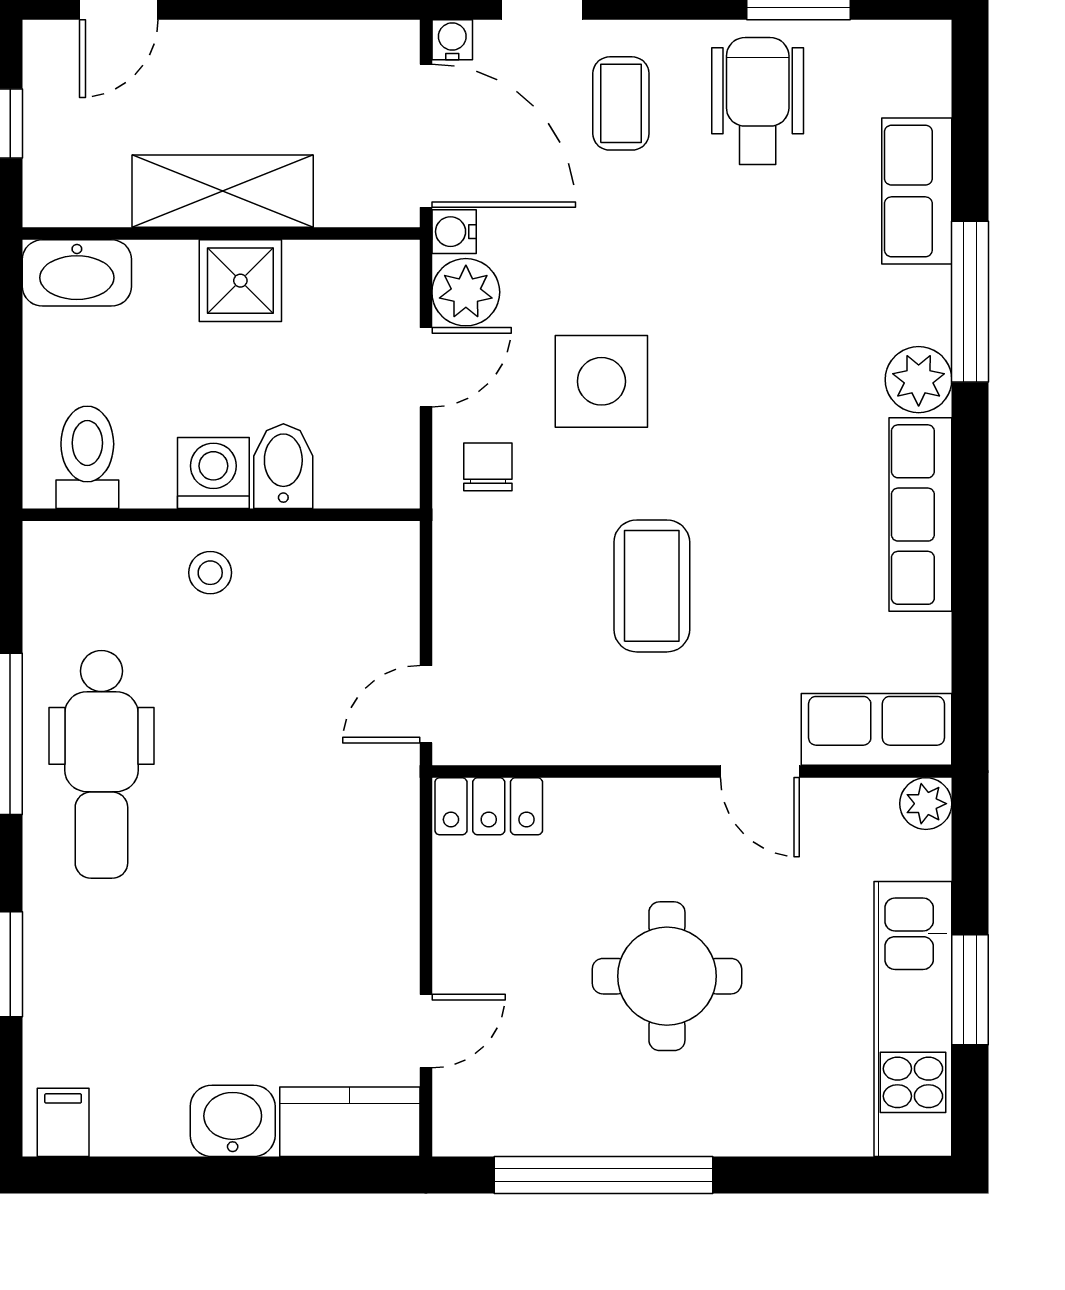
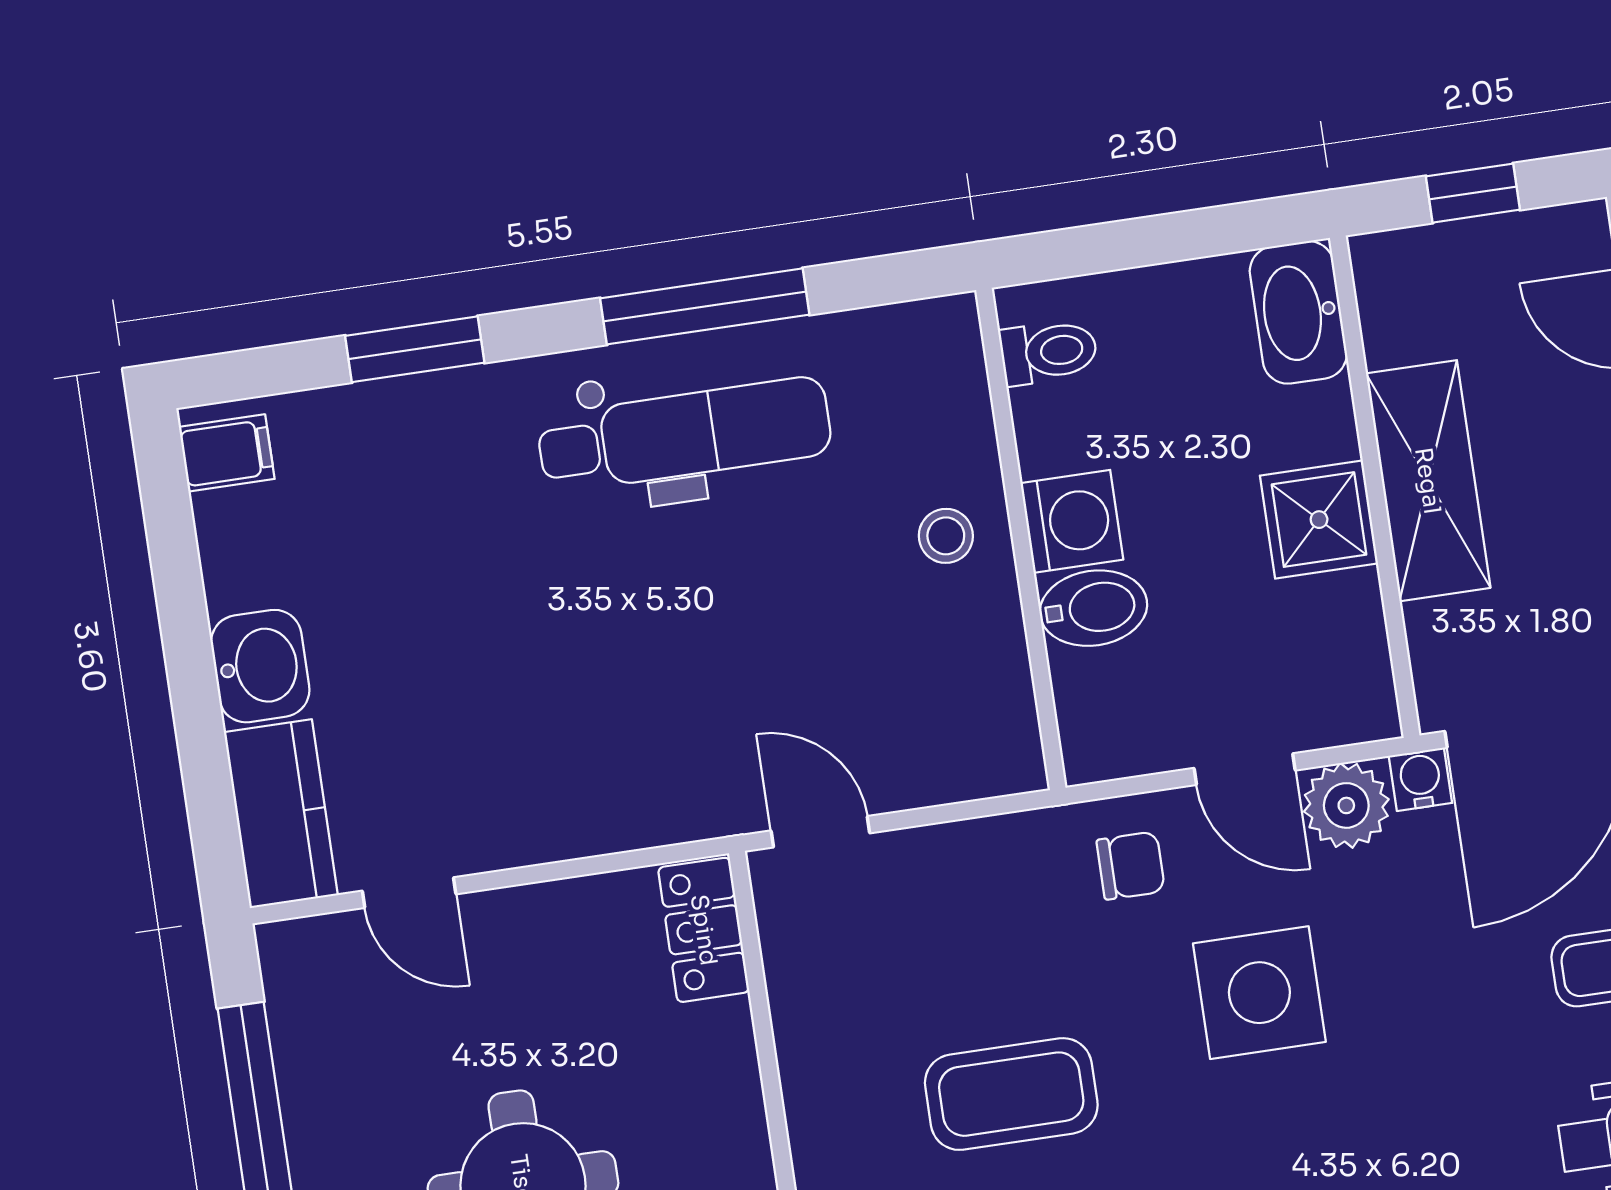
toilet: (87, 457) -> (1049, 352), width x0.73, depth x0.72
dental chair: (101, 764) -> (684, 435), turned 180

